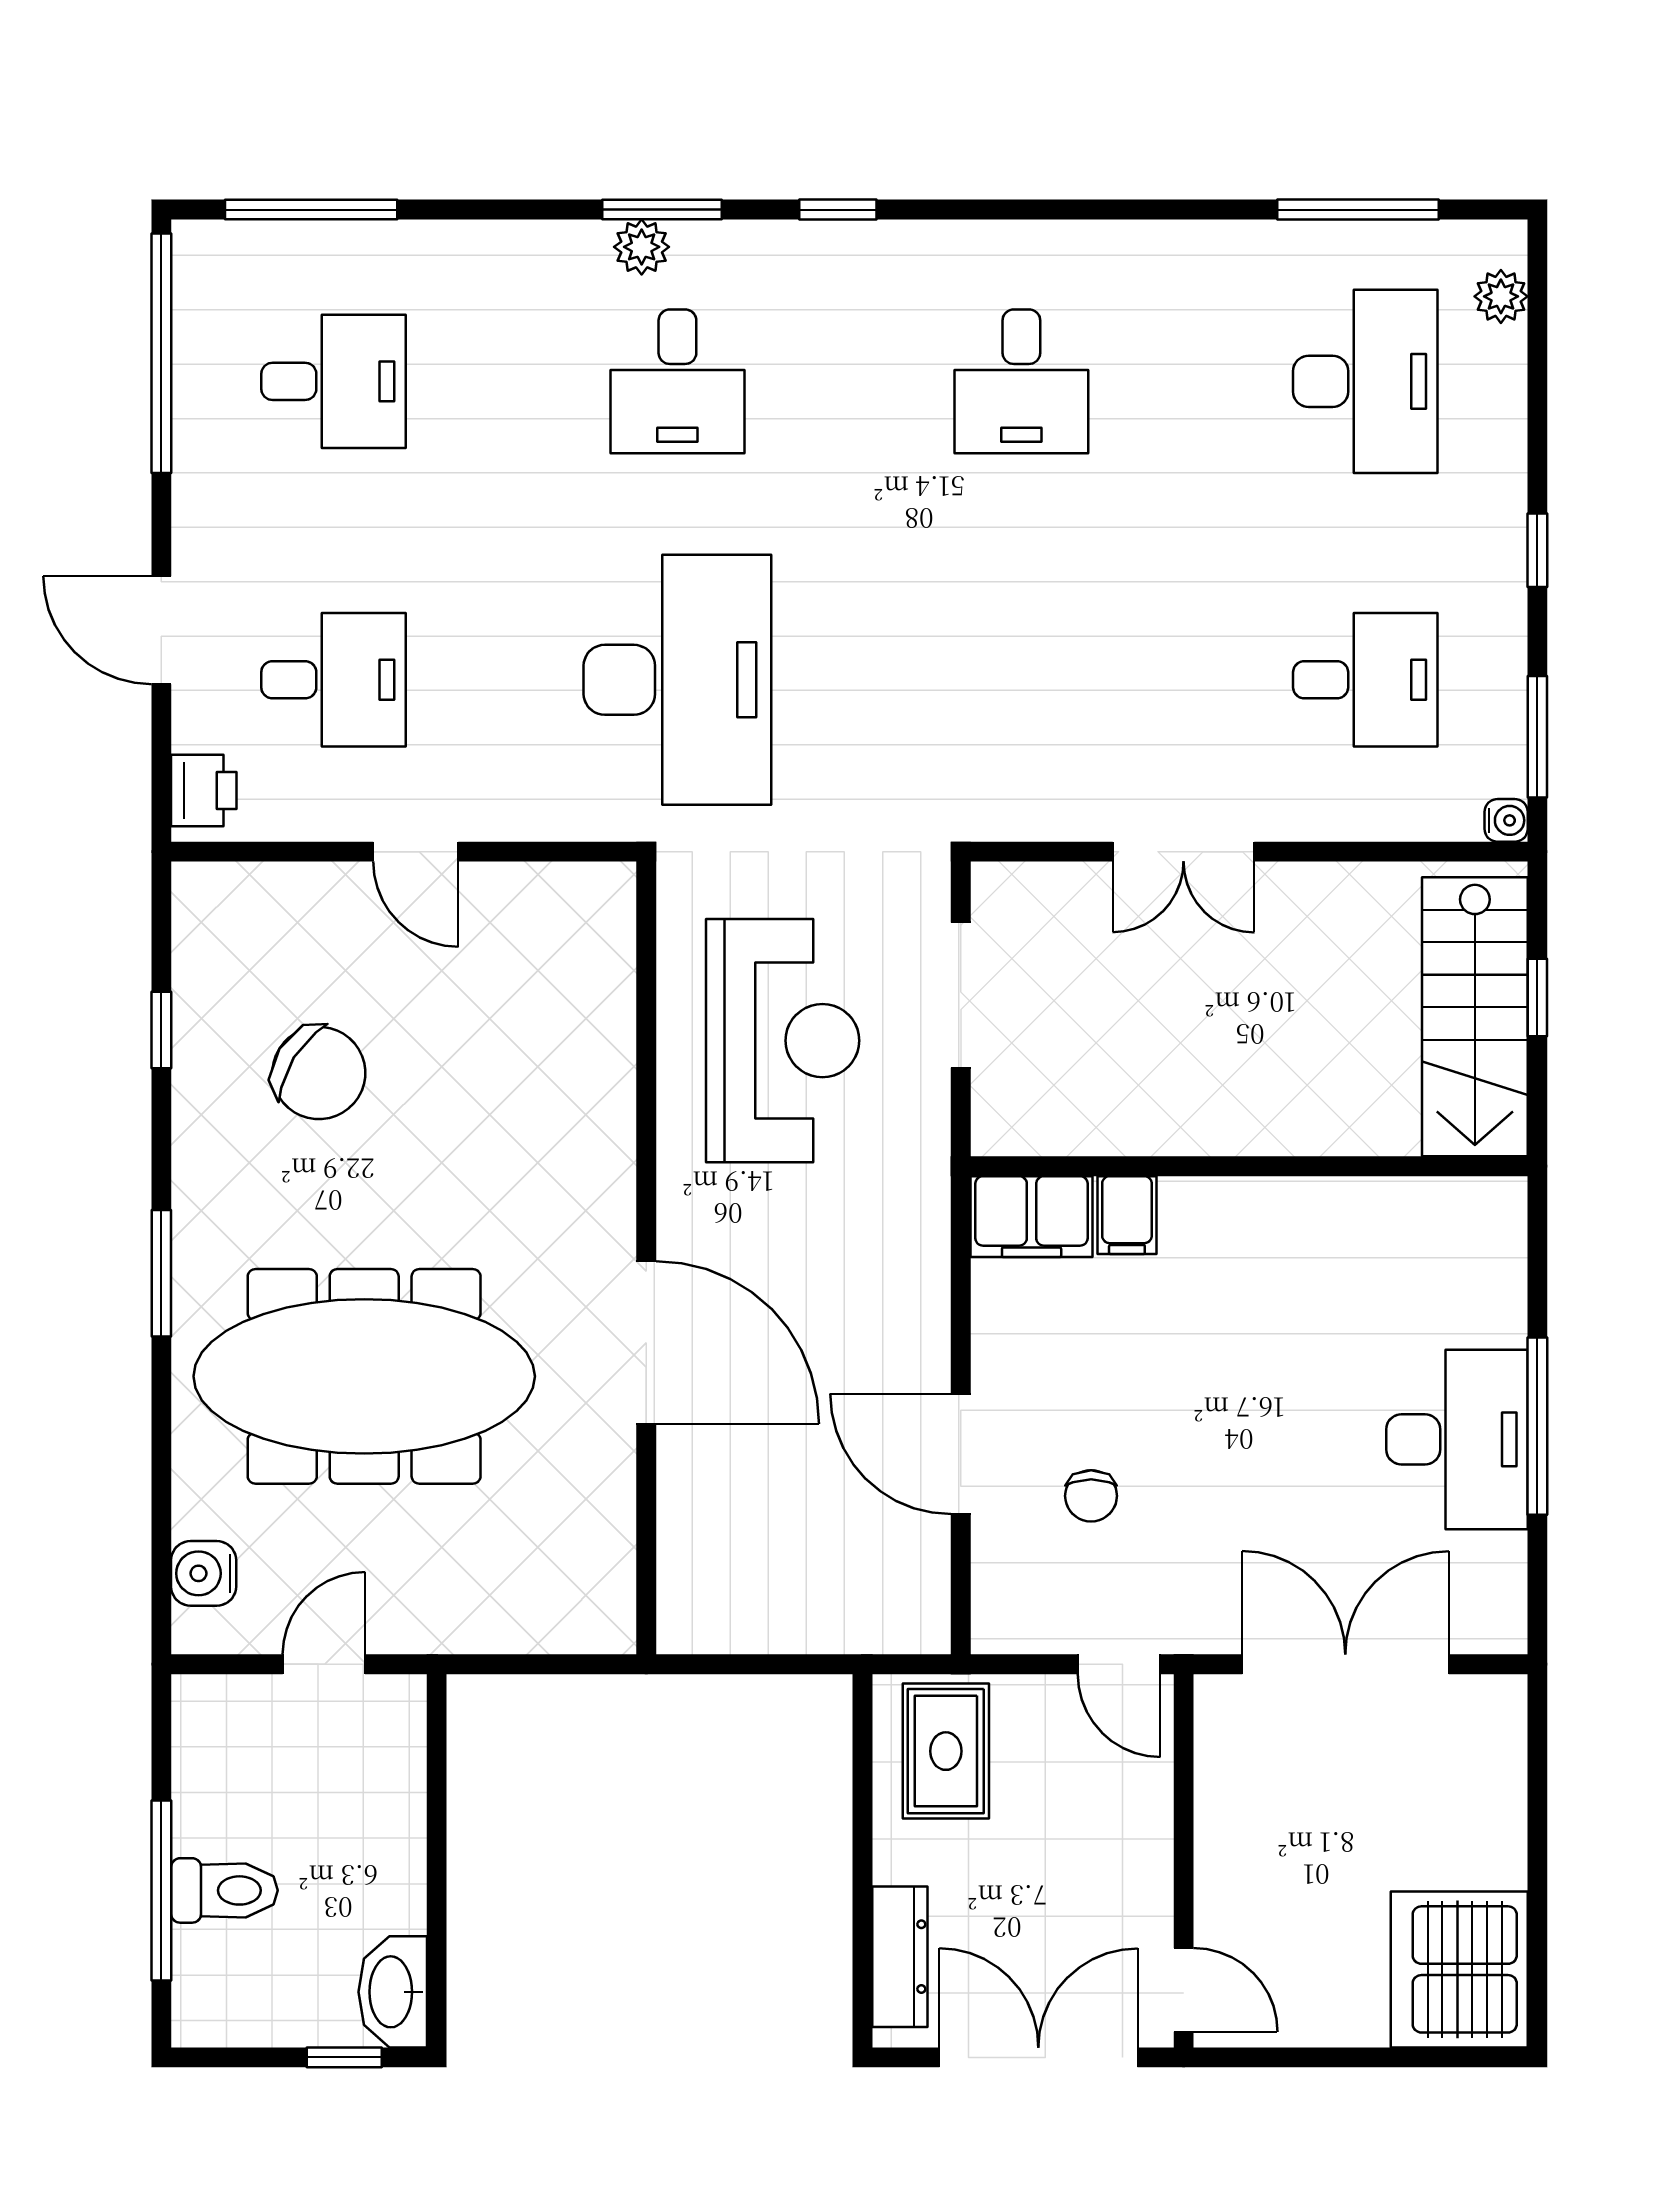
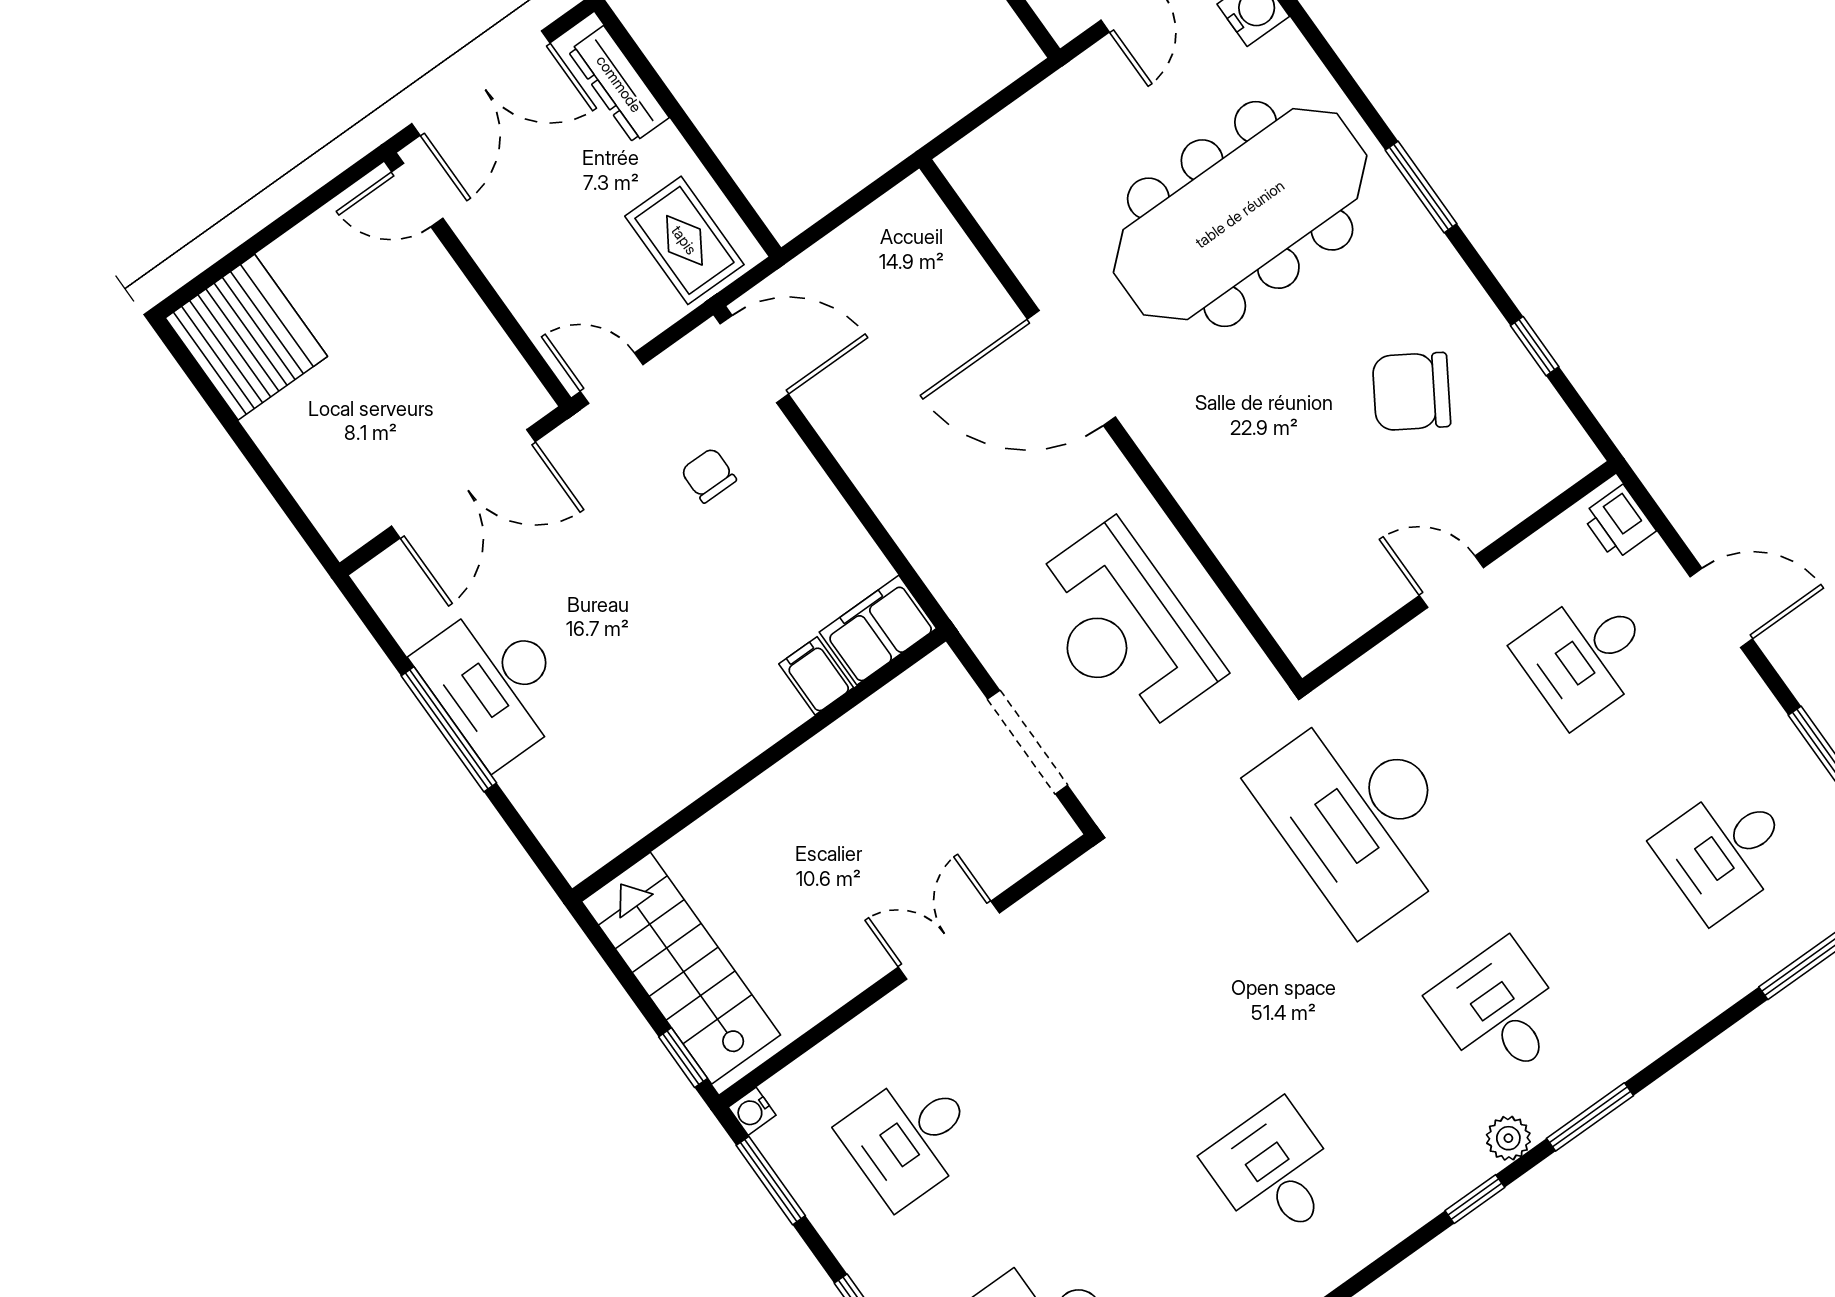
plant: (642, 247) -> (1508, 1138), moved
window: (1537, 998) -> (683, 1058), moved
door: (961, 1454) -> (754, 359), moved

